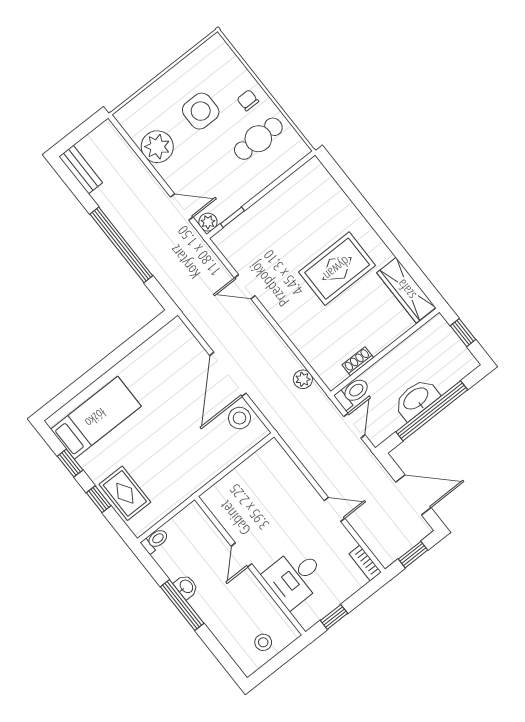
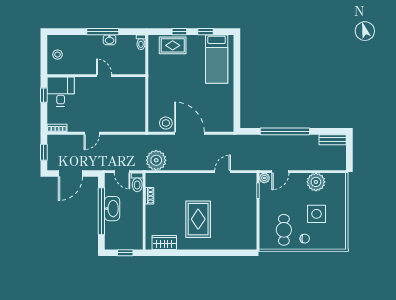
wardrobe: (406, 290) -> (164, 243), width x0.67
plant: (303, 379) -> (156, 160), width x1.88, depth x1.88
desk: (295, 577) -> (61, 92), moved

